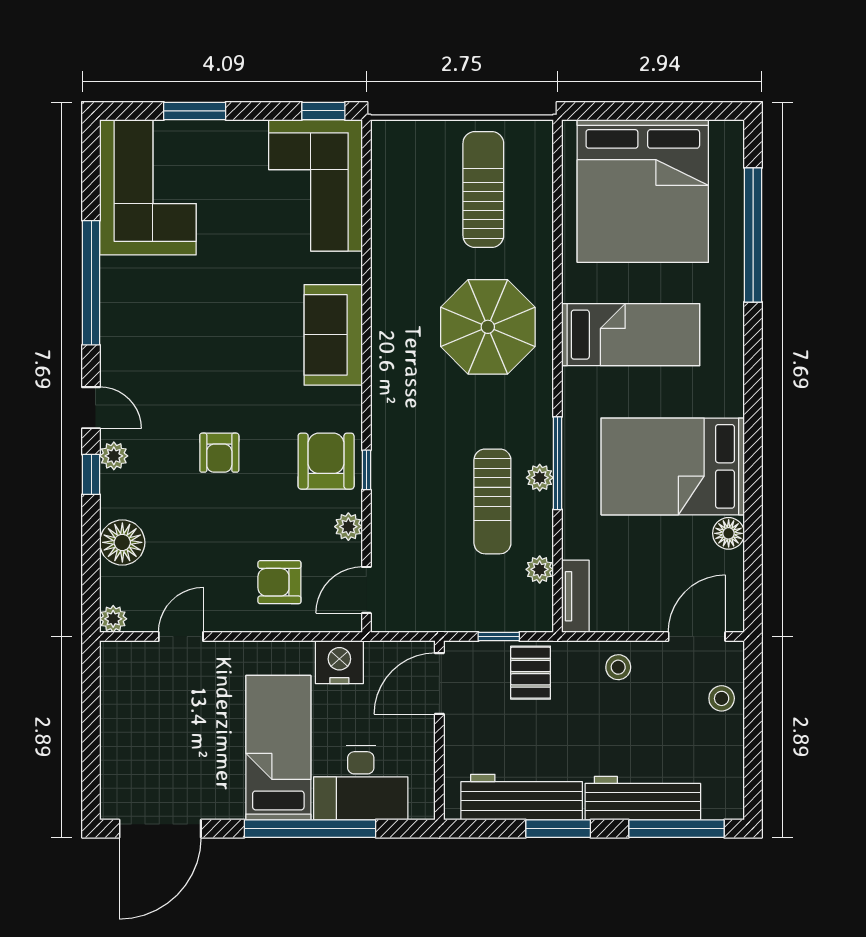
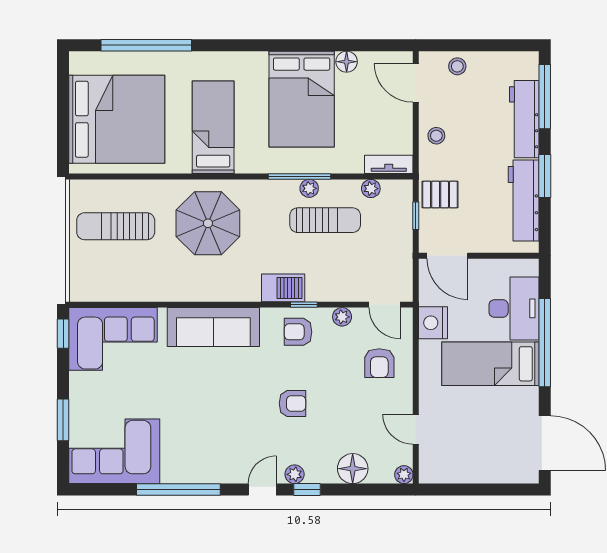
sofa: (333, 335) -> (213, 327), width x1.36
barbecue: (391, 439) -> (283, 288), added
armchair: (326, 461) -> (298, 332), width x0.72, depth x0.72

